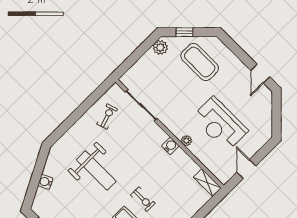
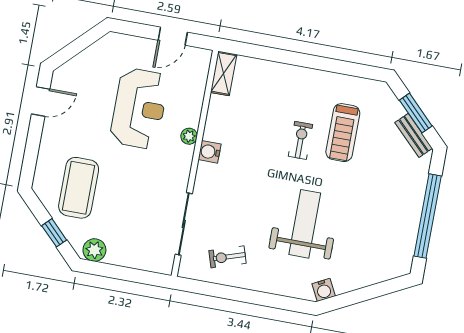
water cooler: (45, 182) -> (324, 290), moved

